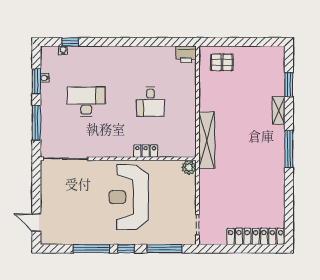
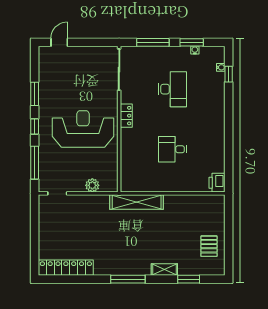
pallet: (222, 62) -> (209, 246), moved
locker: (146, 151) -> (126, 116), moved
plant: (189, 167) -> (92, 185), moved
locker: (256, 236) -> (66, 268), moved, turned -90
window: (91, 249) -> (35, 94), width x0.69

